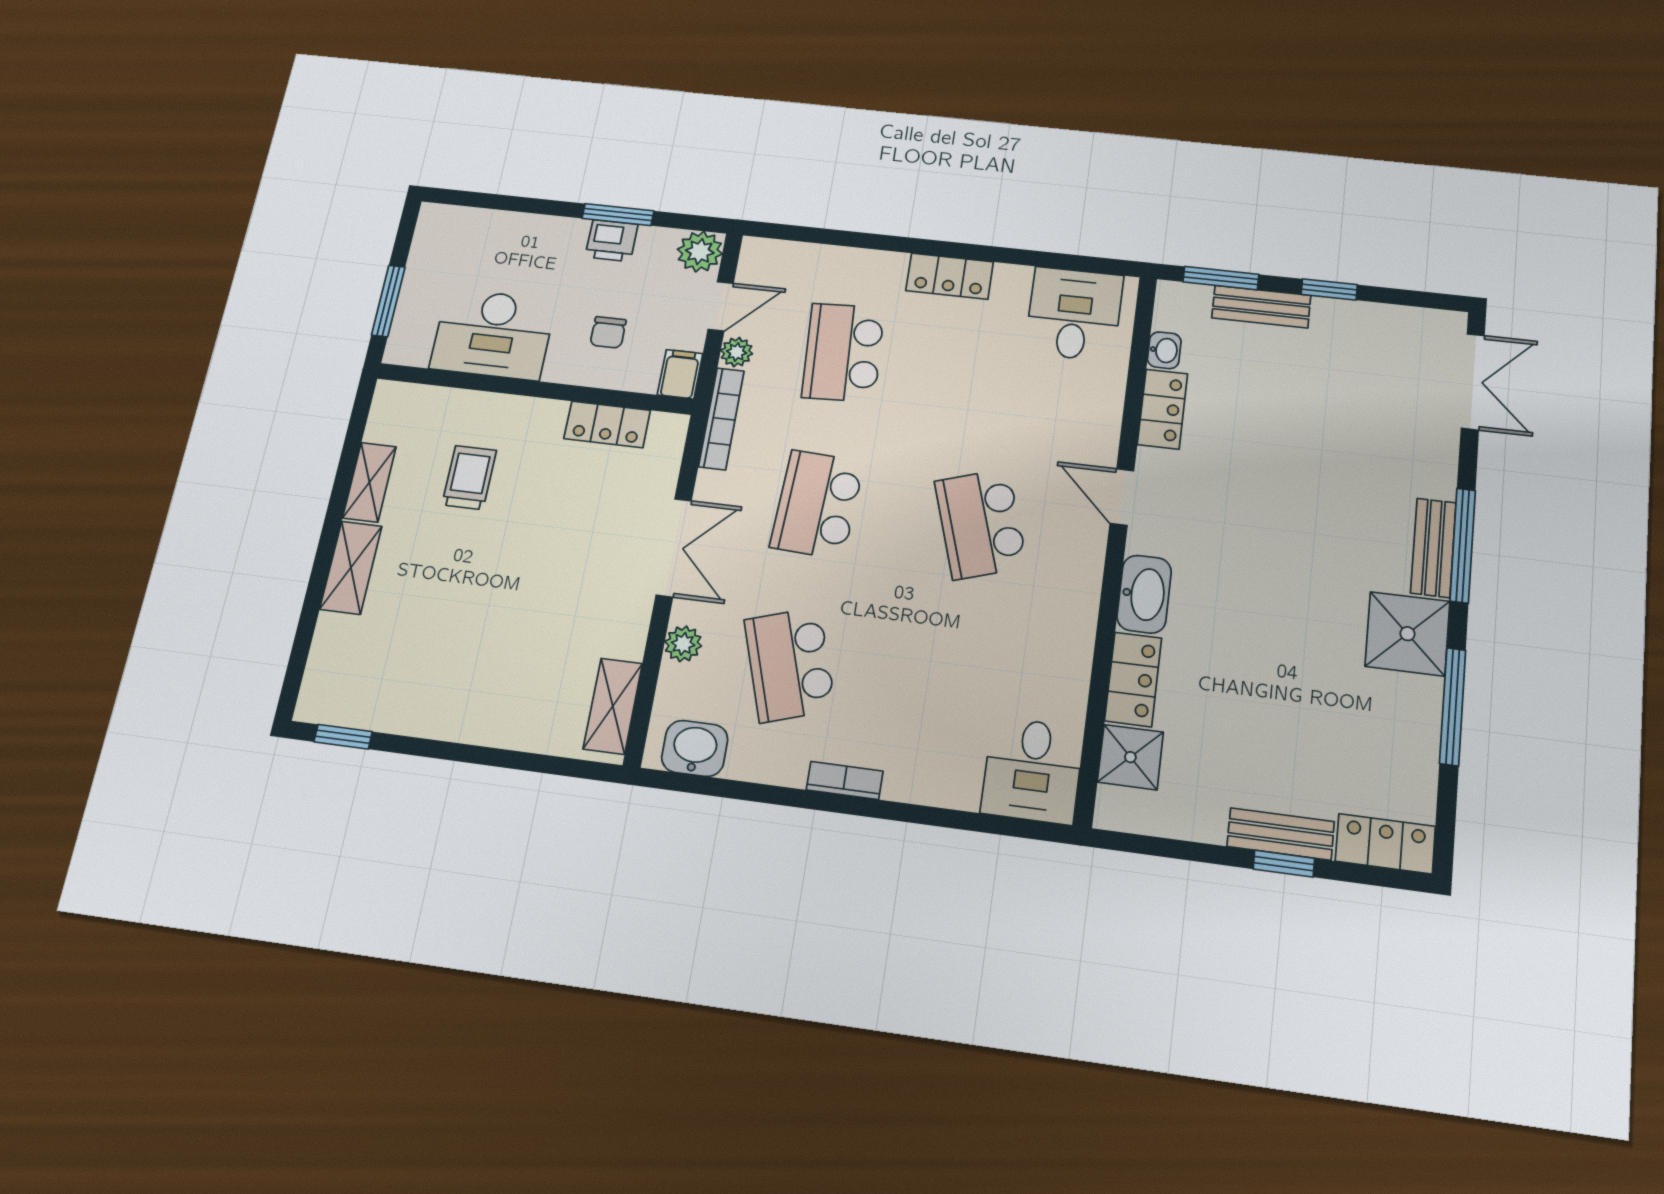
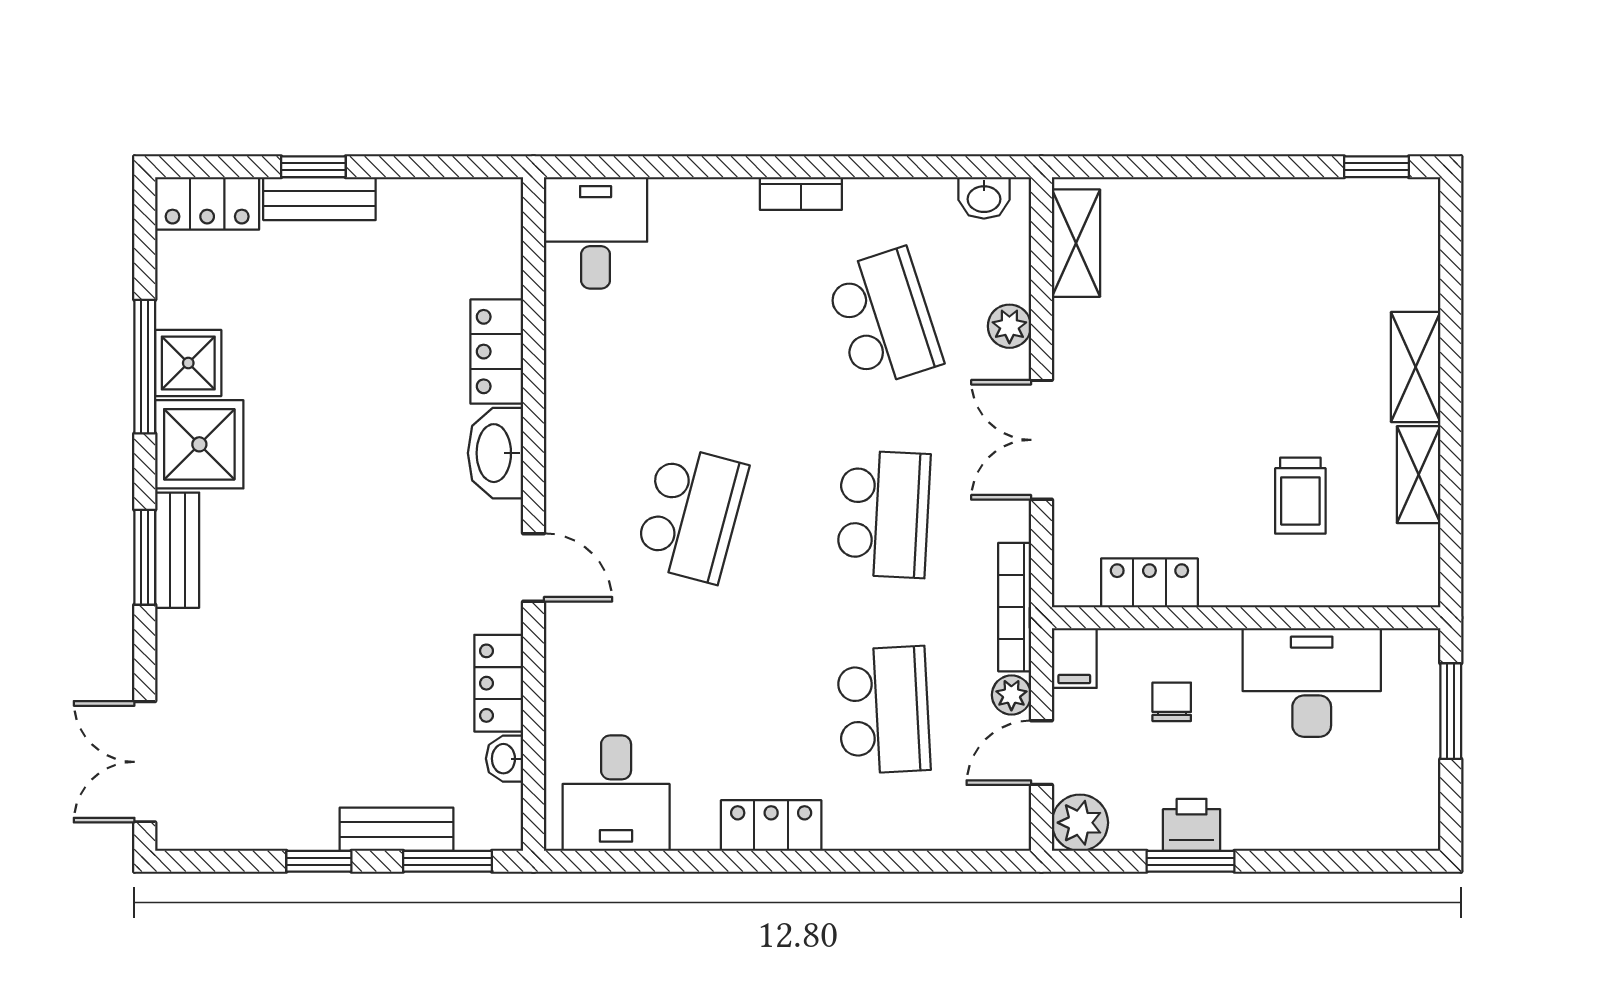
school desk: (981, 524) -> (691, 514), turned 33
window: (1463, 545) -> (145, 557), width x0.69
washbasin: (695, 748) -> (984, 198), width x0.72, depth x0.69
shower: (1130, 757) -> (188, 363), moved

